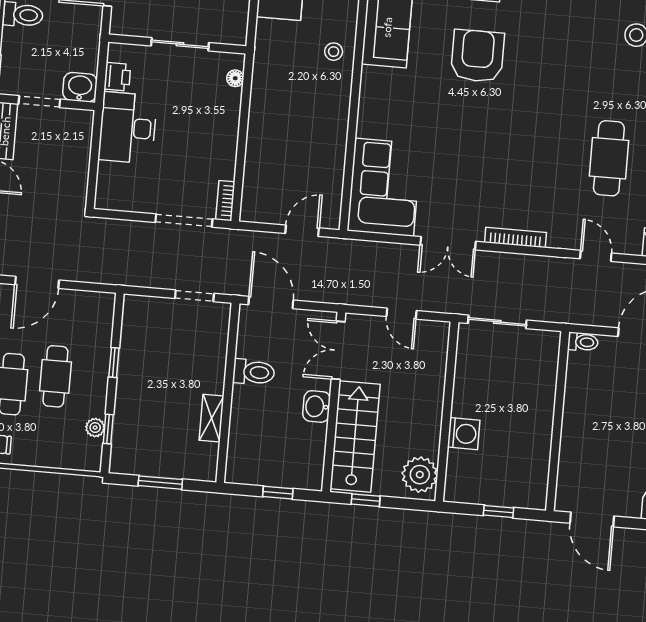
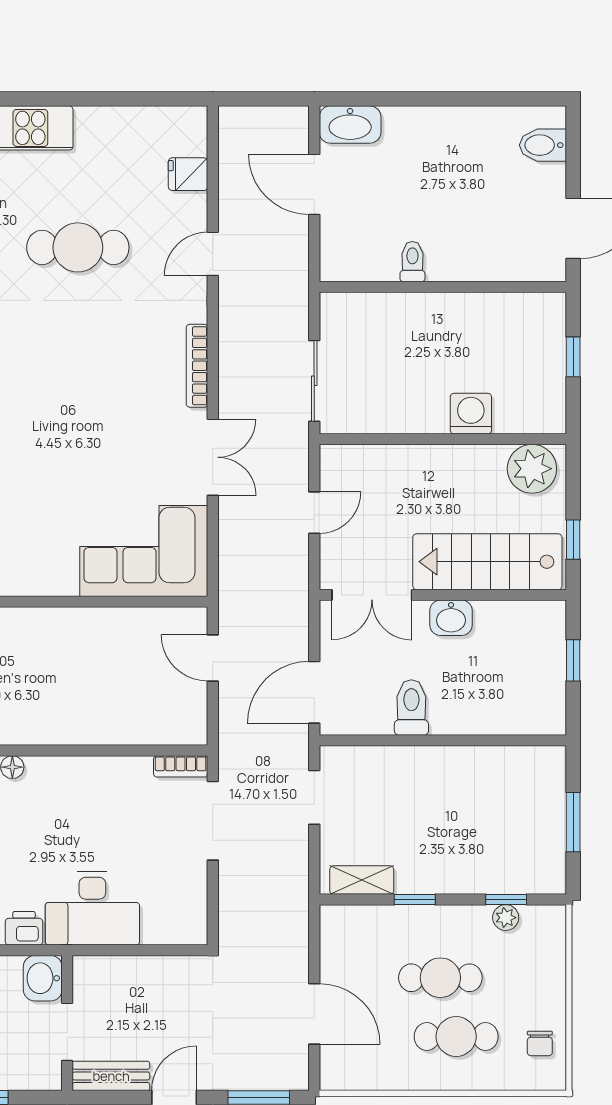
toilet: (583, 342) -> (412, 262), moved
shelving: (211, 418) -> (362, 880), moved

